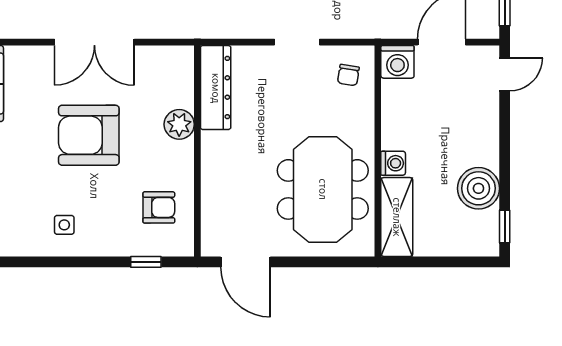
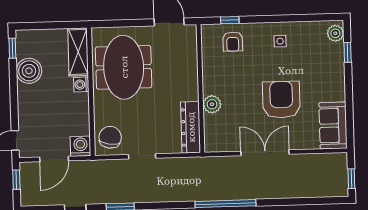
chair: (348, 75) -> (110, 137), width x1.87, depth x1.87
armchair: (89, 135) -> (281, 100), moved, turned -90
armchair: (159, 207) -> (233, 42), moved, turned -90

